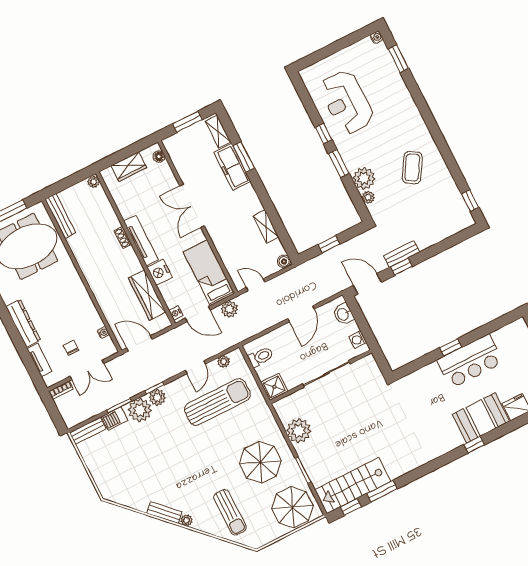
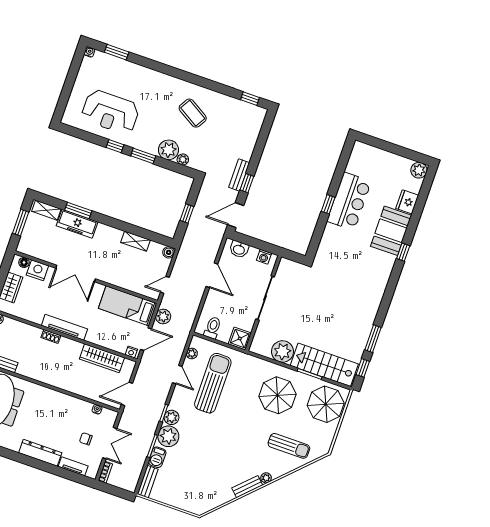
nightstand: (160, 272) -> (37, 270), moved, turned 180
stairs: (353, 486) -> (324, 365), moved, turned 90

